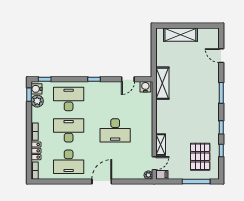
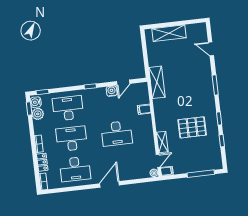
water cooler: (145, 87) -> (112, 91), moved
filing cabinet: (146, 109) -> (144, 109), added
pallet: (200, 157) -> (192, 127), moved, turned 90

